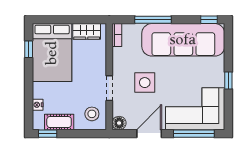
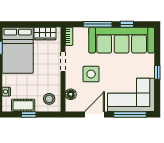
window: (209, 20) -> (127, 24), moved
doorway: (109, 88) -> (63, 62), moved
floor lamp: (119, 123) -> (71, 94), moved
window: (48, 134) -> (29, 114), moved

